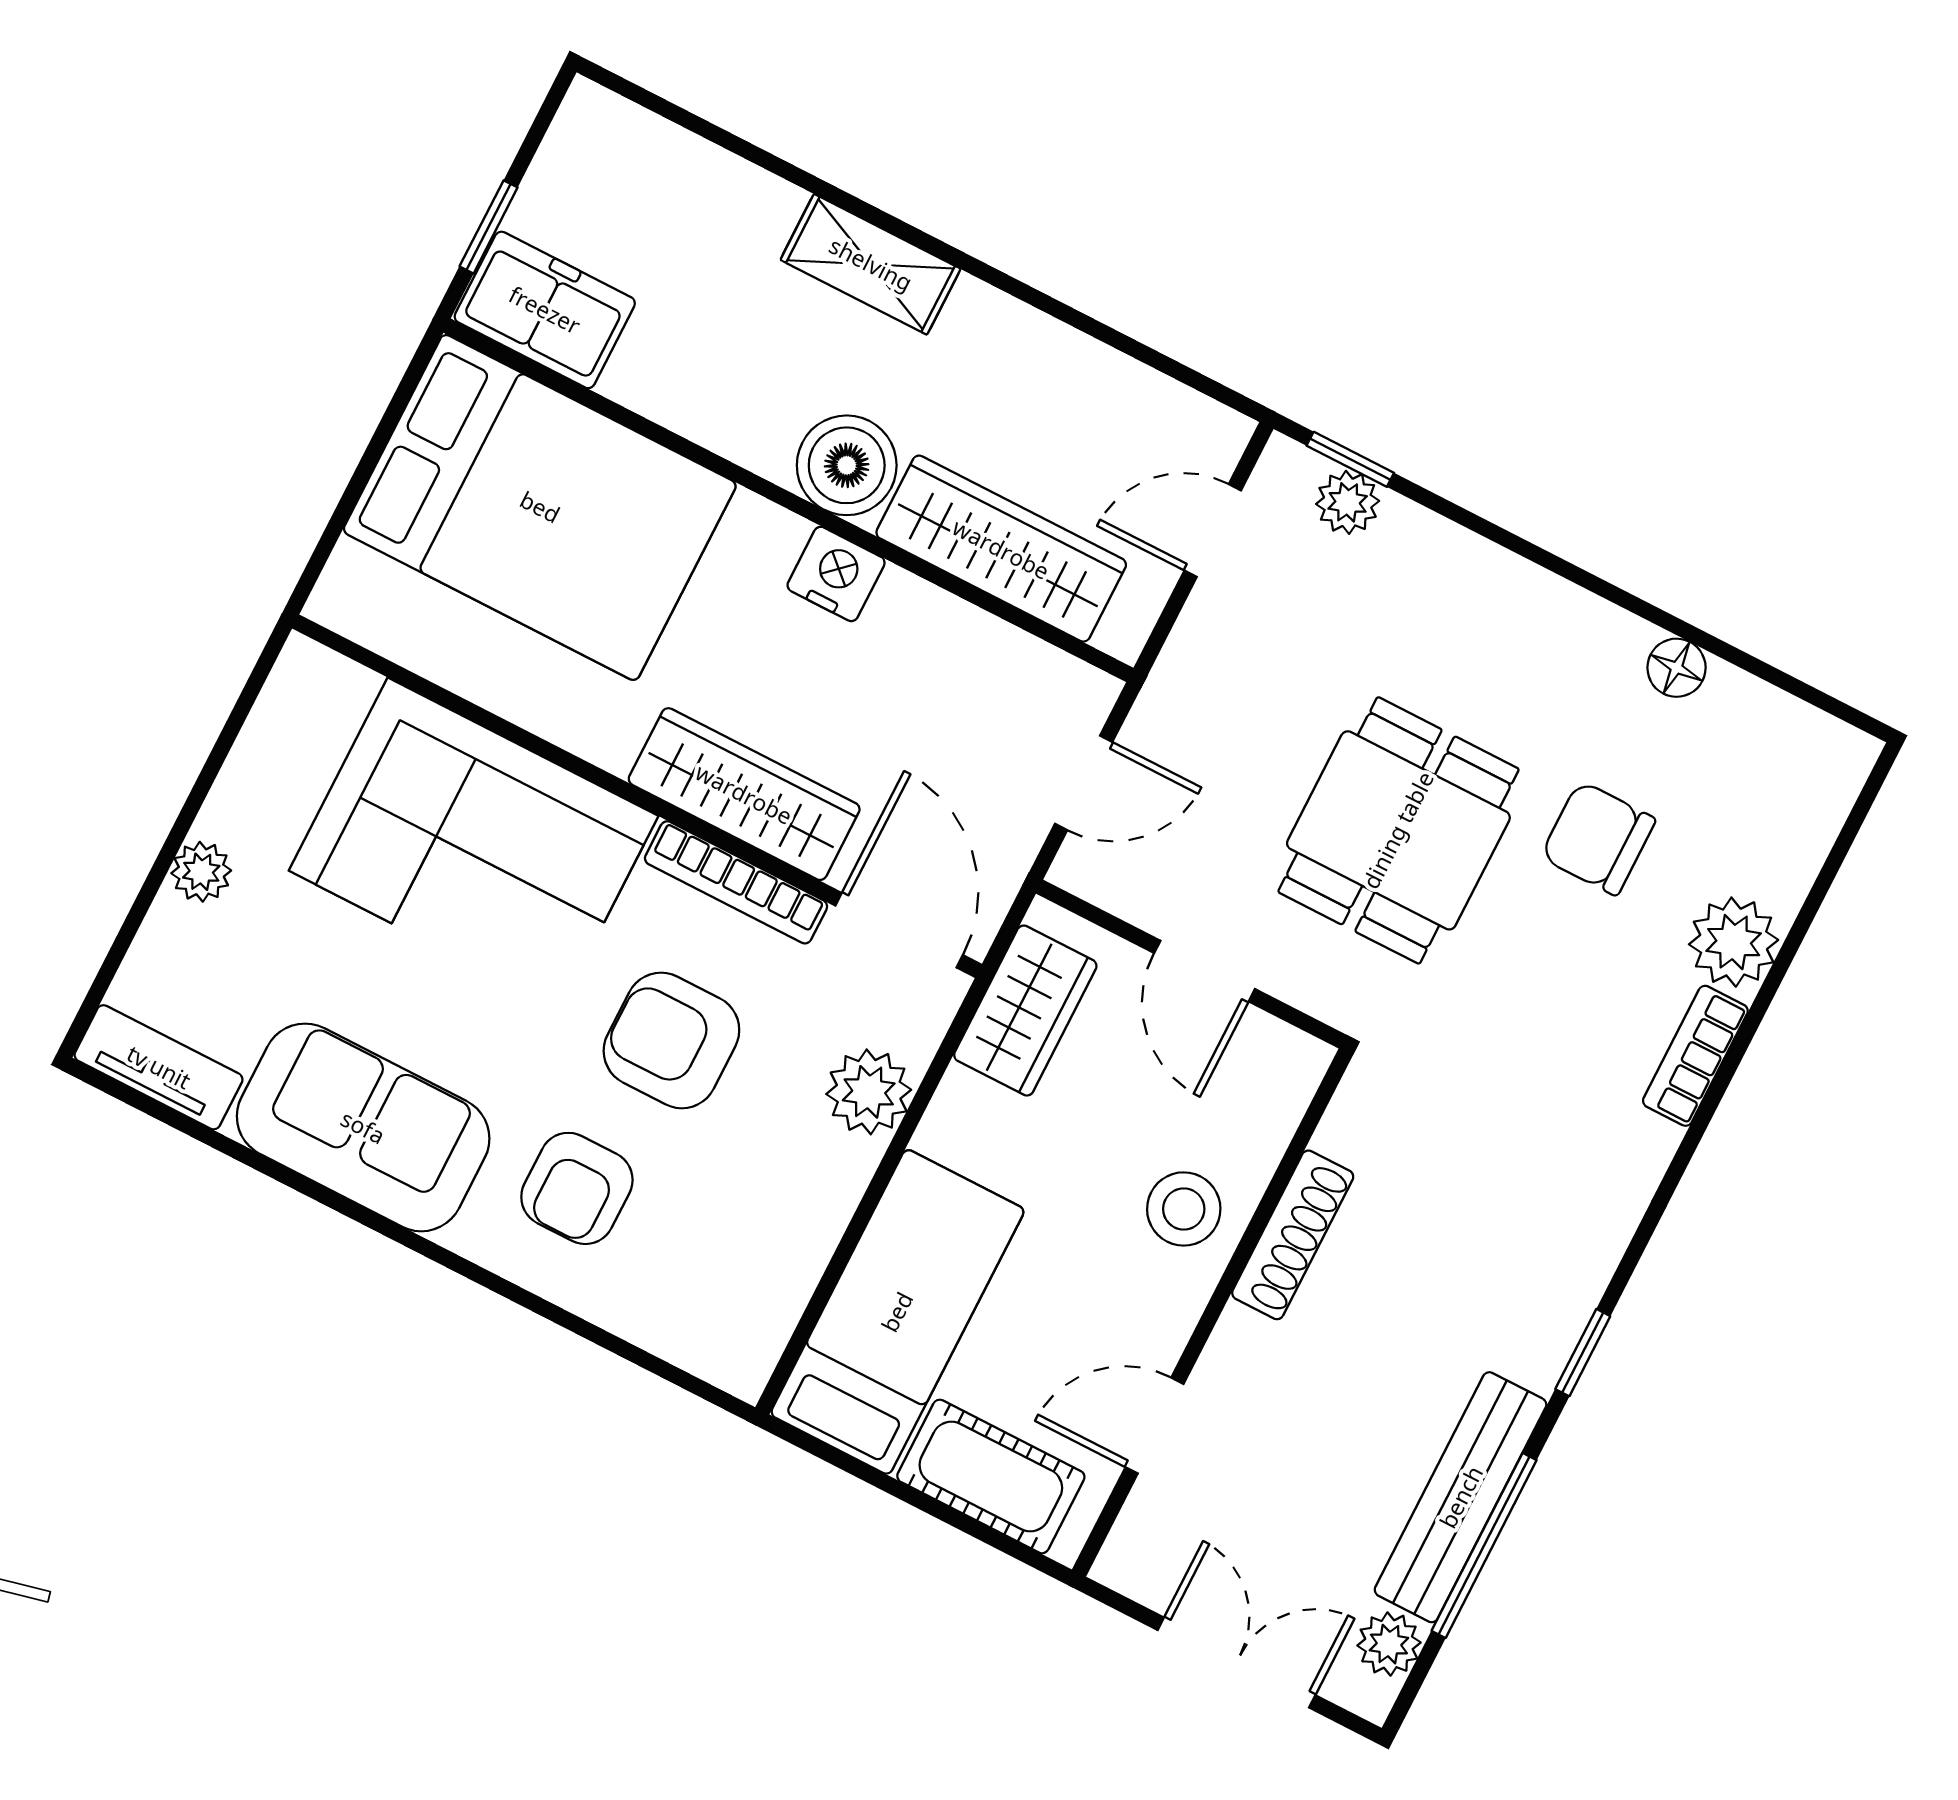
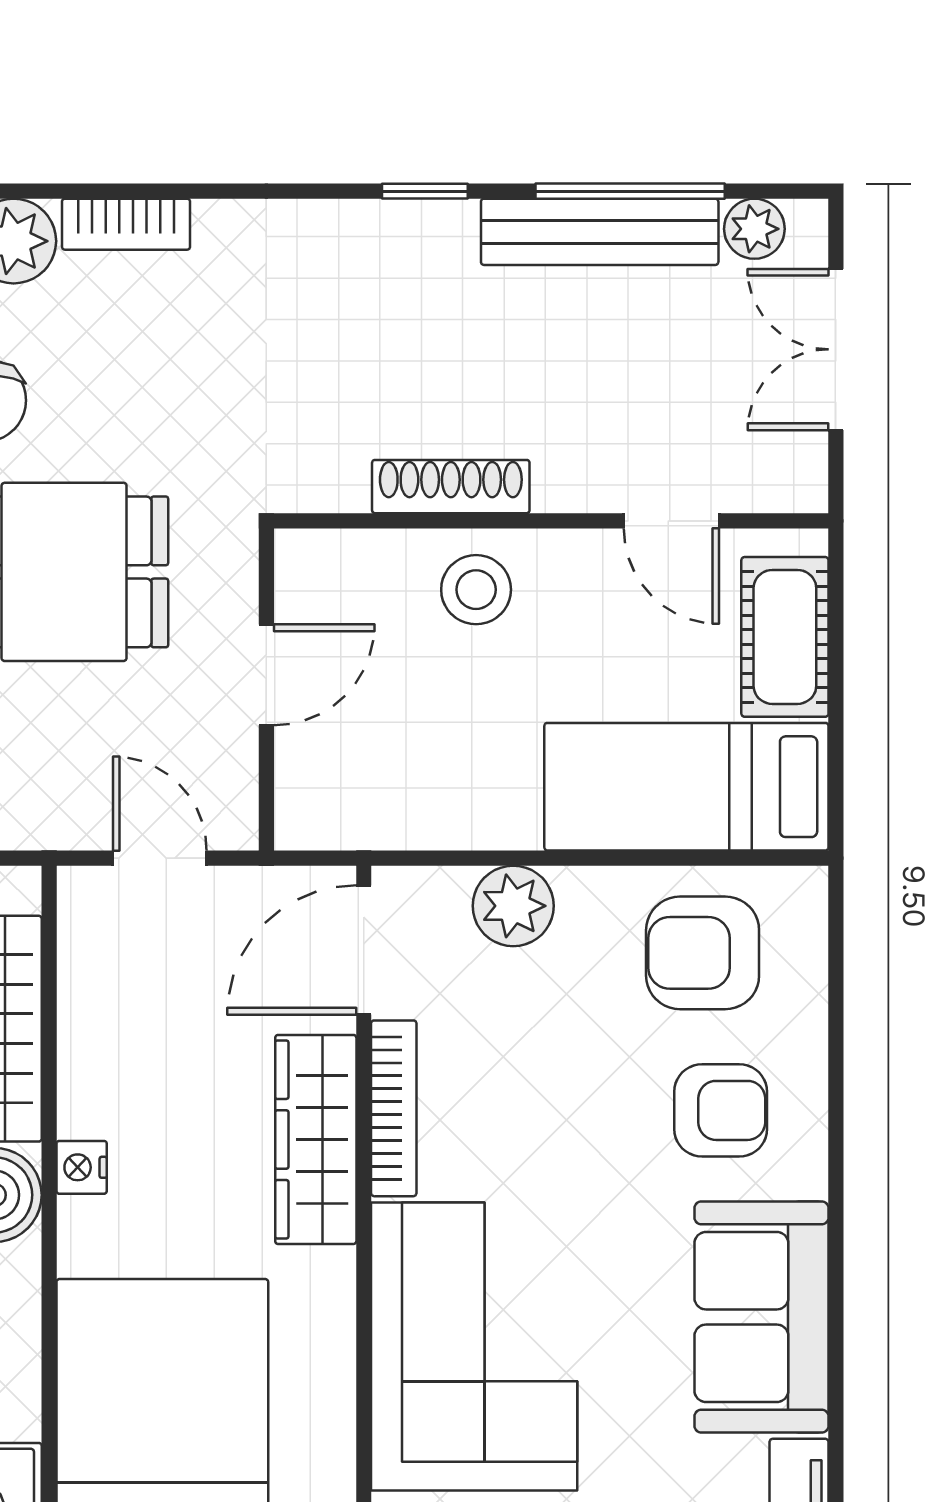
nightstand: (836, 574) -> (82, 1167), width x0.72, depth x0.74
wardrobe: (1025, 1011) -> (377, 809), removed
armchair: (671, 1040) -> (703, 953), moved, turned 90

